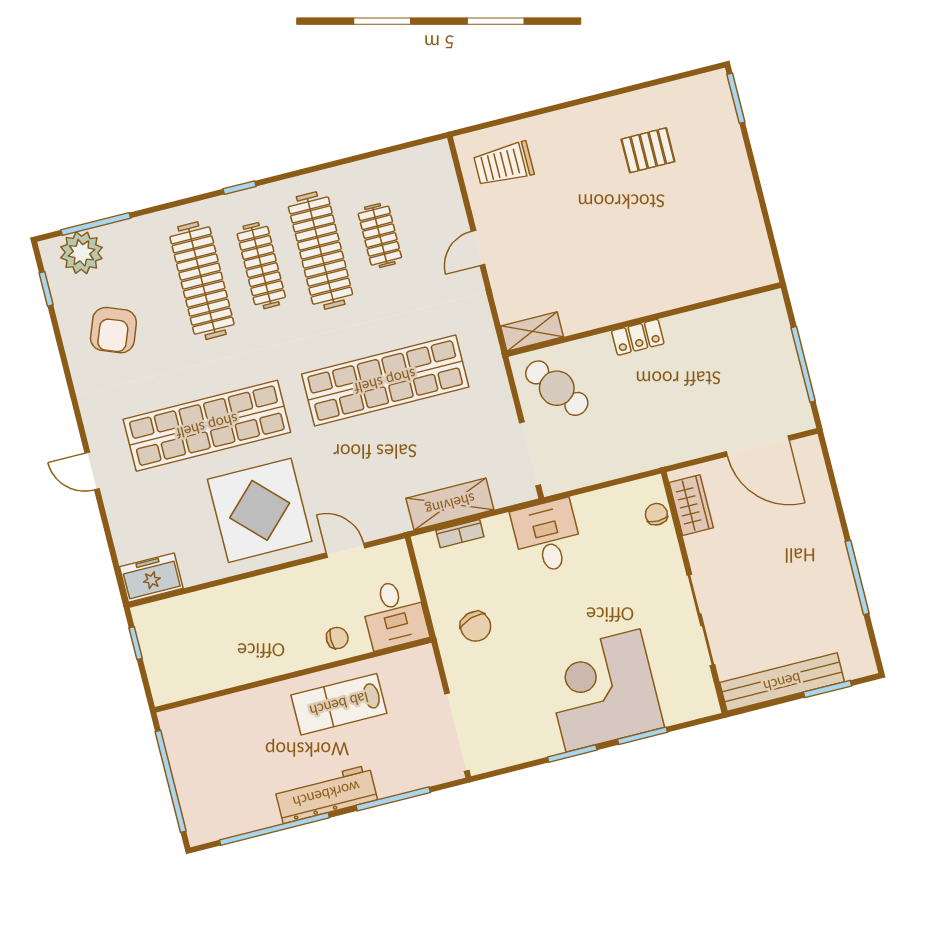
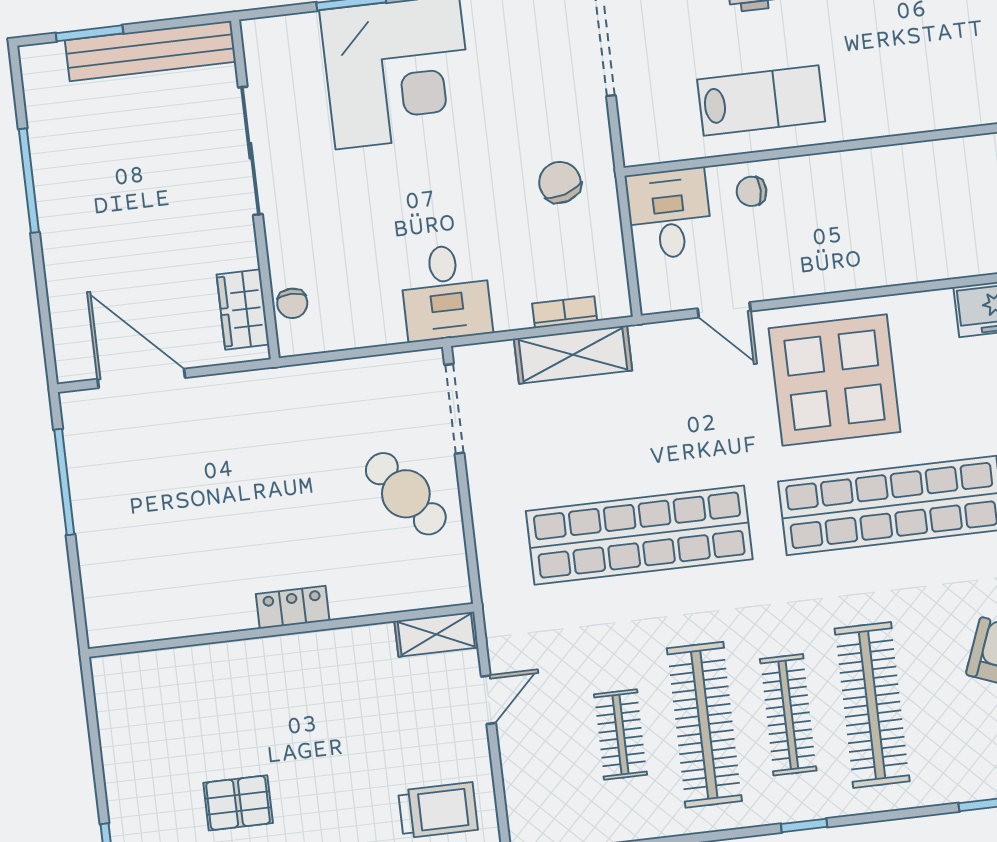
wall: (644, 320) -> (281, 630), moved
shelving: (532, 331) -> (436, 634), moved
locker: (638, 337) -> (293, 607), moved

